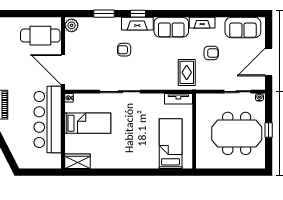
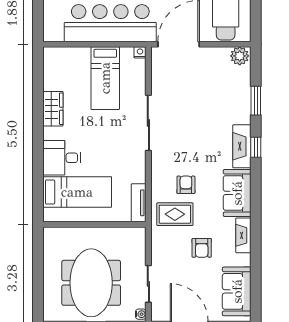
armchair: (124, 50) -> (186, 185), moved
desk: (146, 155) -> (62, 158), added
wardrobe: (77, 161) -> (53, 109), moved

